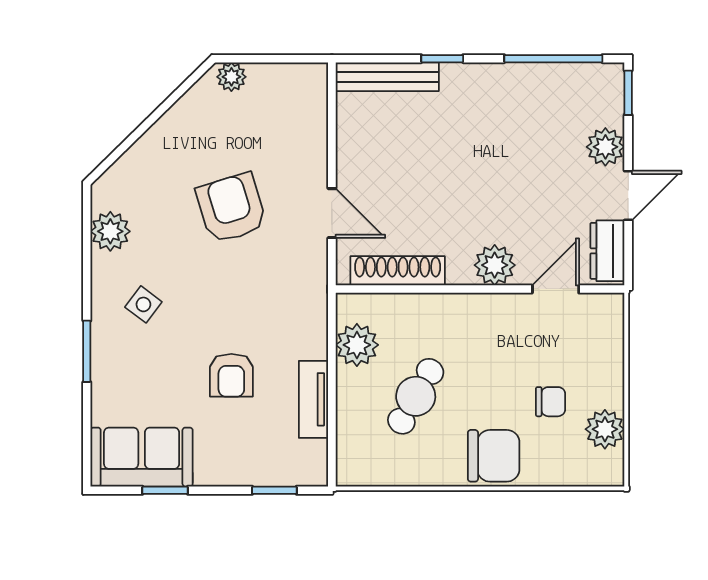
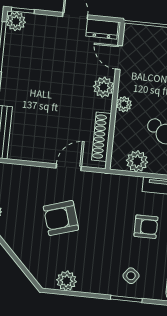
plant: (605, 147) -> (16, 21), moved
side table: (143, 304) -> (131, 276), moved
plant: (465, 308) -> (124, 104), added

